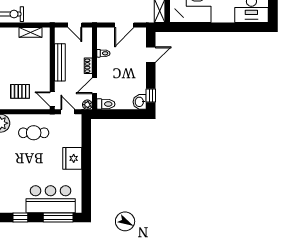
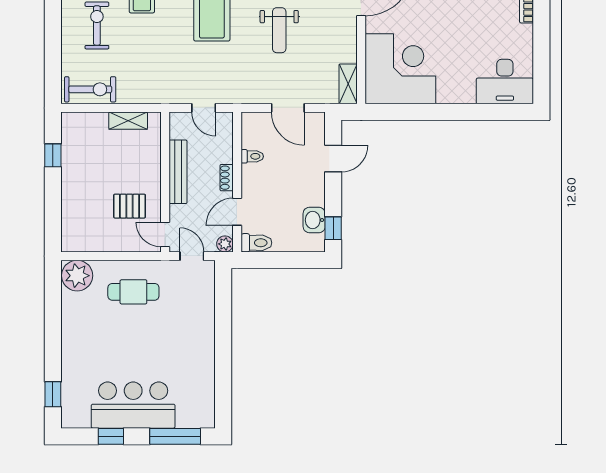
door: (124, 25) -> (288, 108), hinge flipped
pallet: (20, 91) -> (130, 206), moved
washbasin: (140, 102) -> (314, 220), moved
fridge: (72, 158) -> (199, 335), removed
bar counter: (51, 199) -> (133, 405), moved

